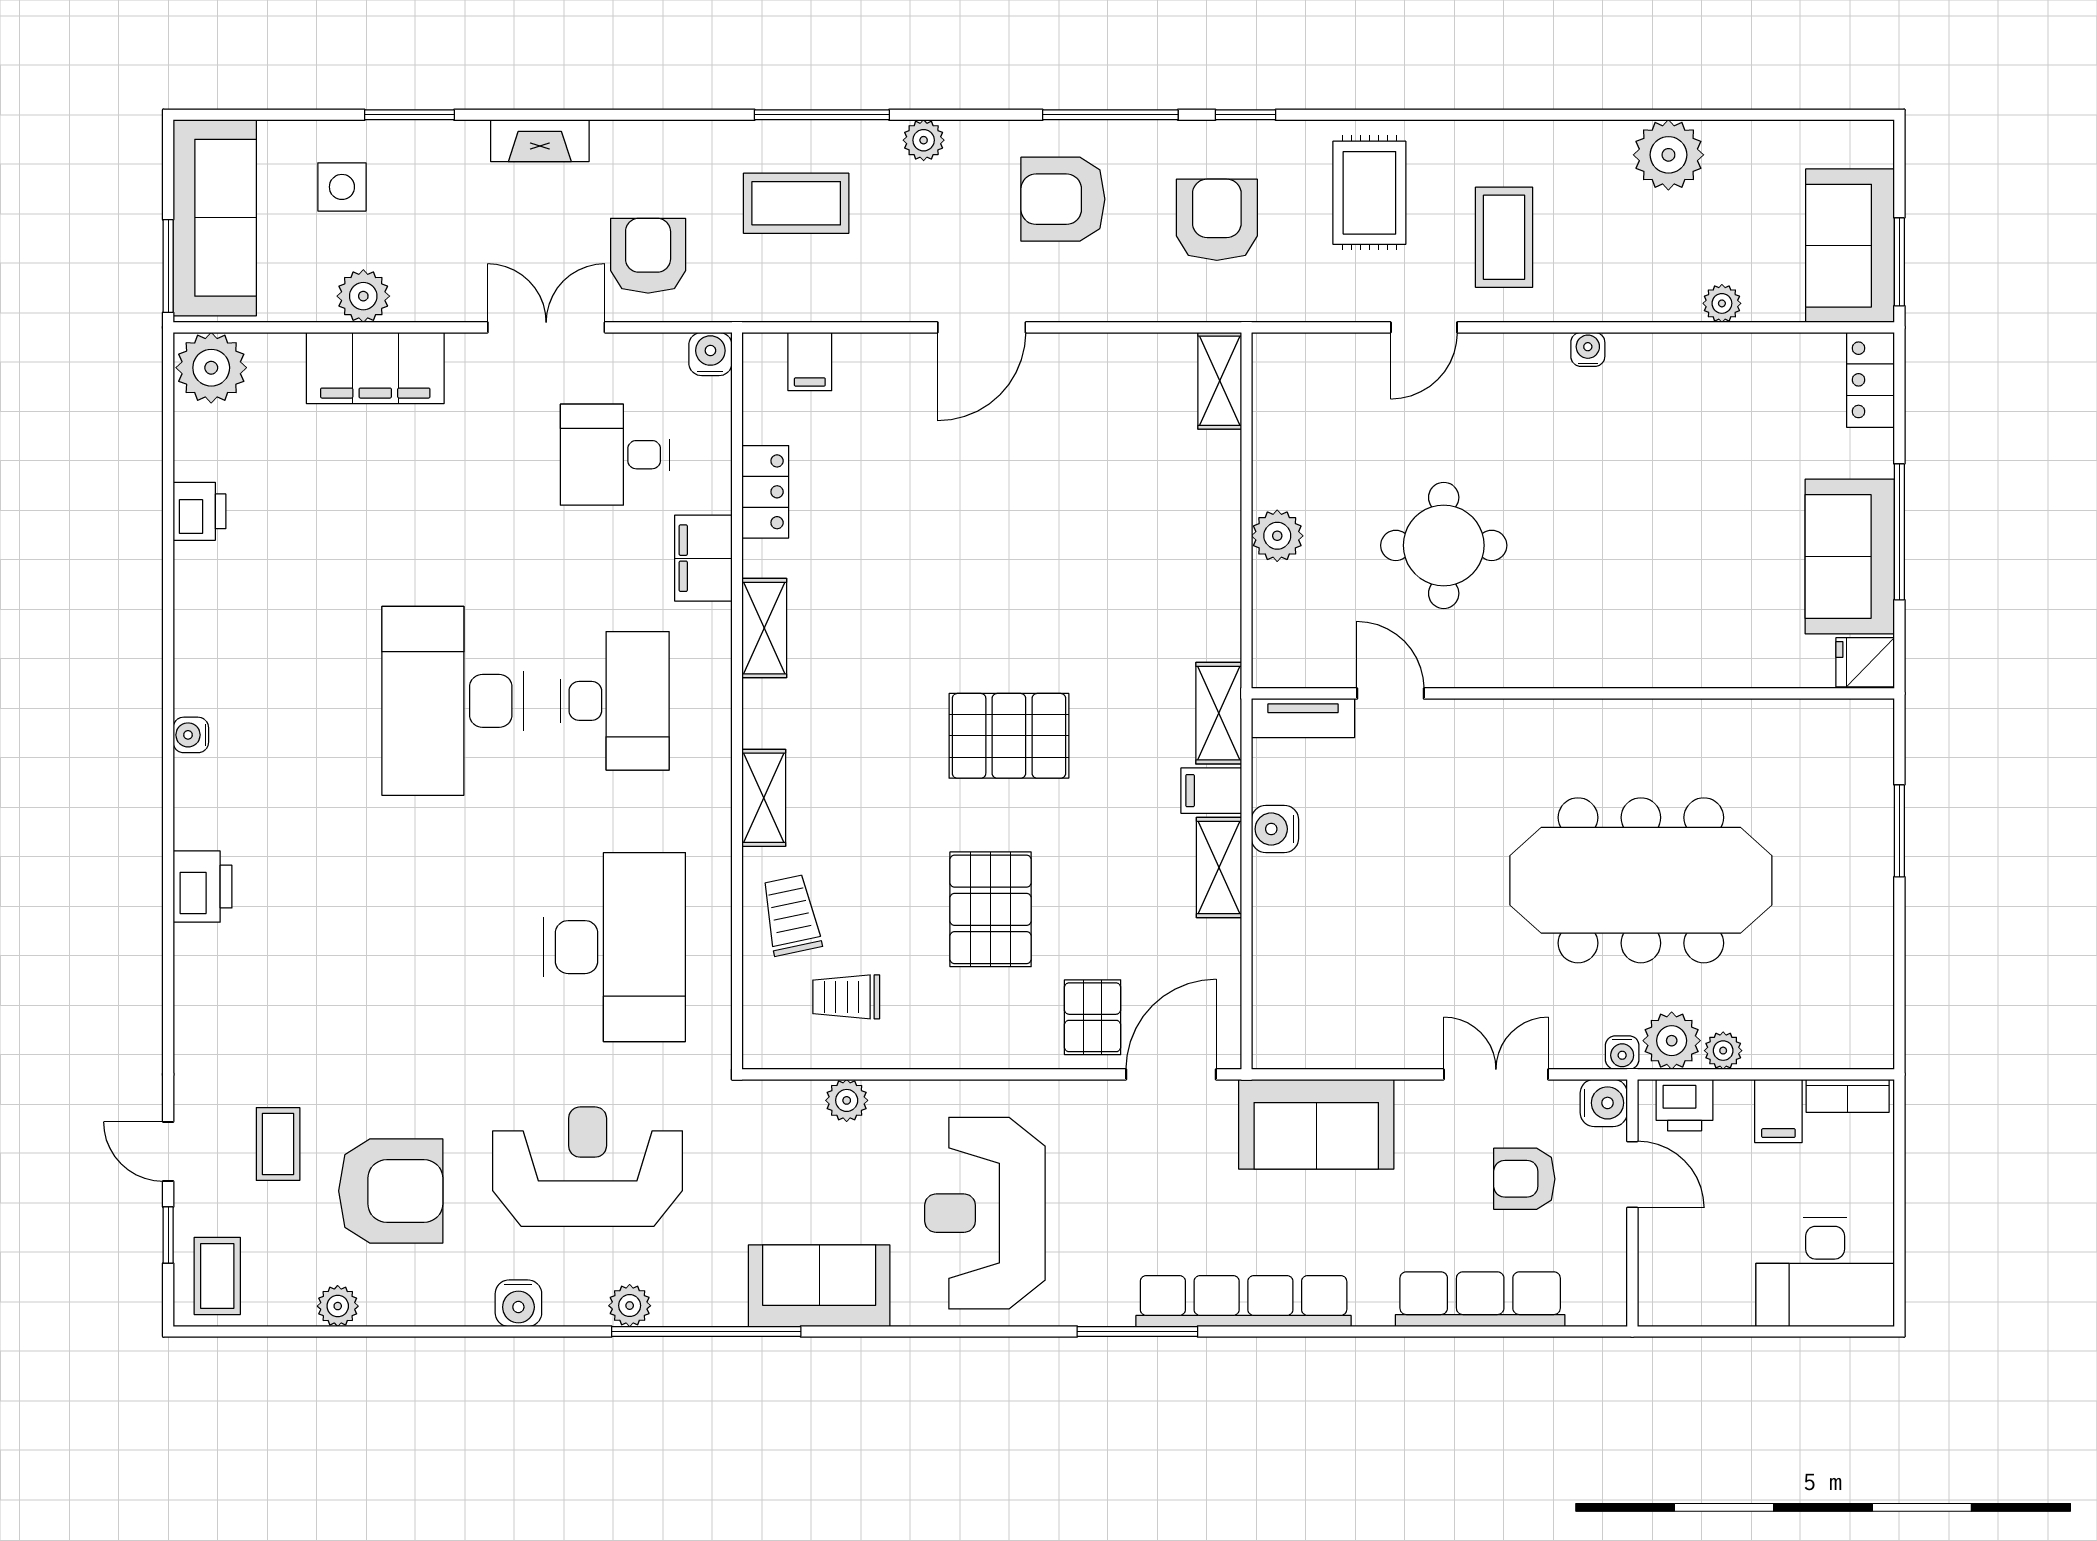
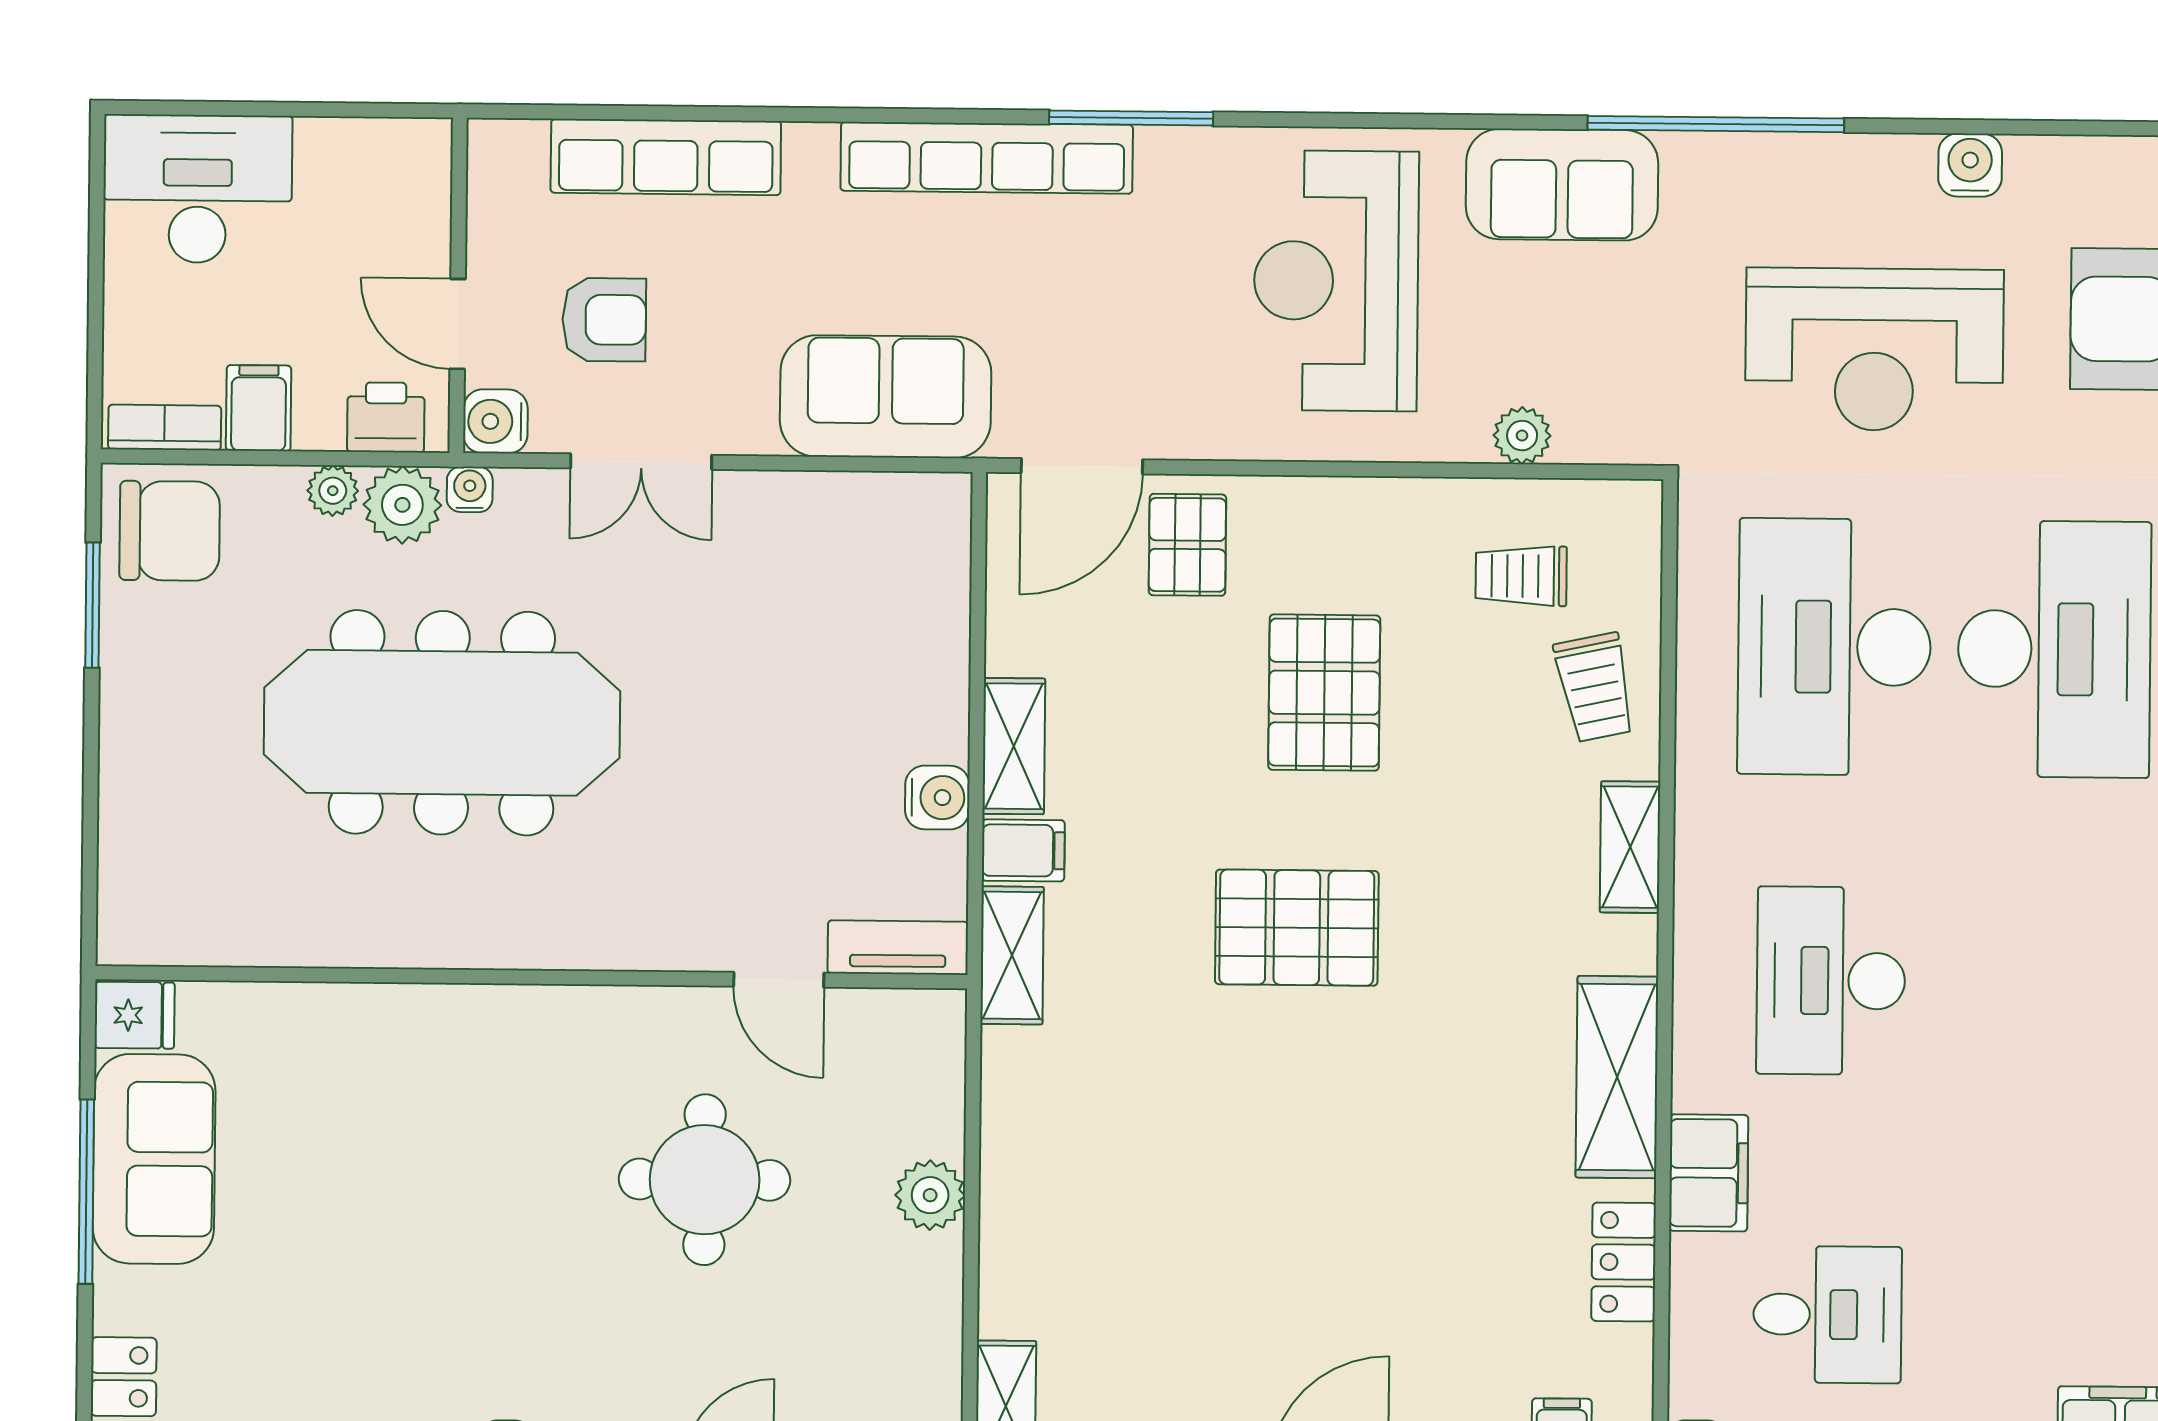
shelving: (764, 628) -> (1617, 1077), width x1.50, depth x1.33
desk: (453, 701) -> (2054, 649), moved
window: (1899, 831) -> (92, 605), moved
trolley: (846, 997) -> (1521, 576), turned 180
chair: (1843, 1020) -> (170, 531), added
reception desk: (985, 1213) -> (1336, 281), turned 180
plant: (630, 1306) -> (1819, 160), removed

